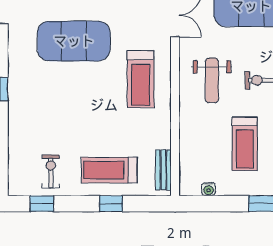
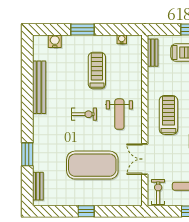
weight bench: (212, 80) -> (119, 114), turned 180

